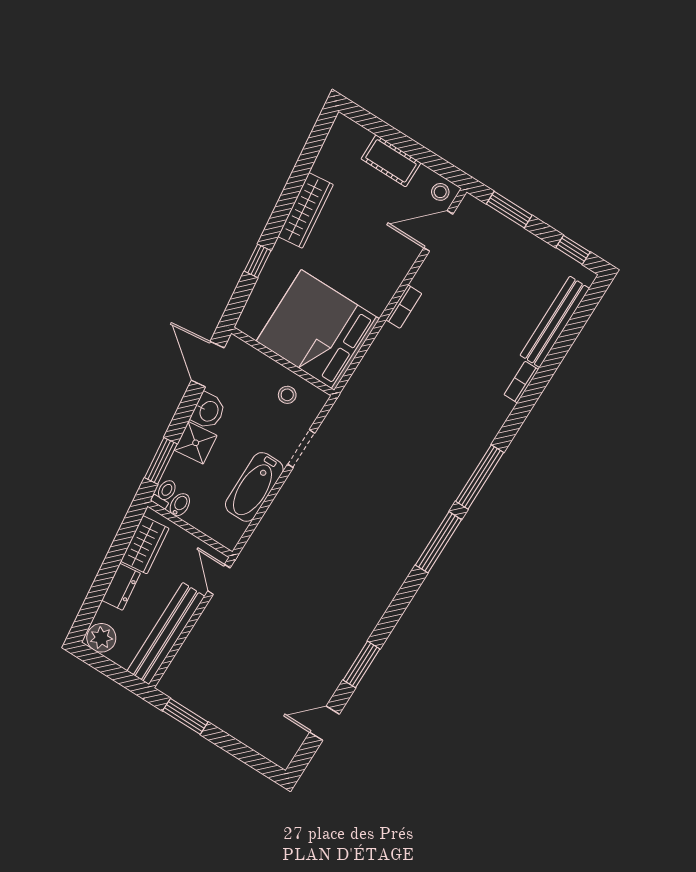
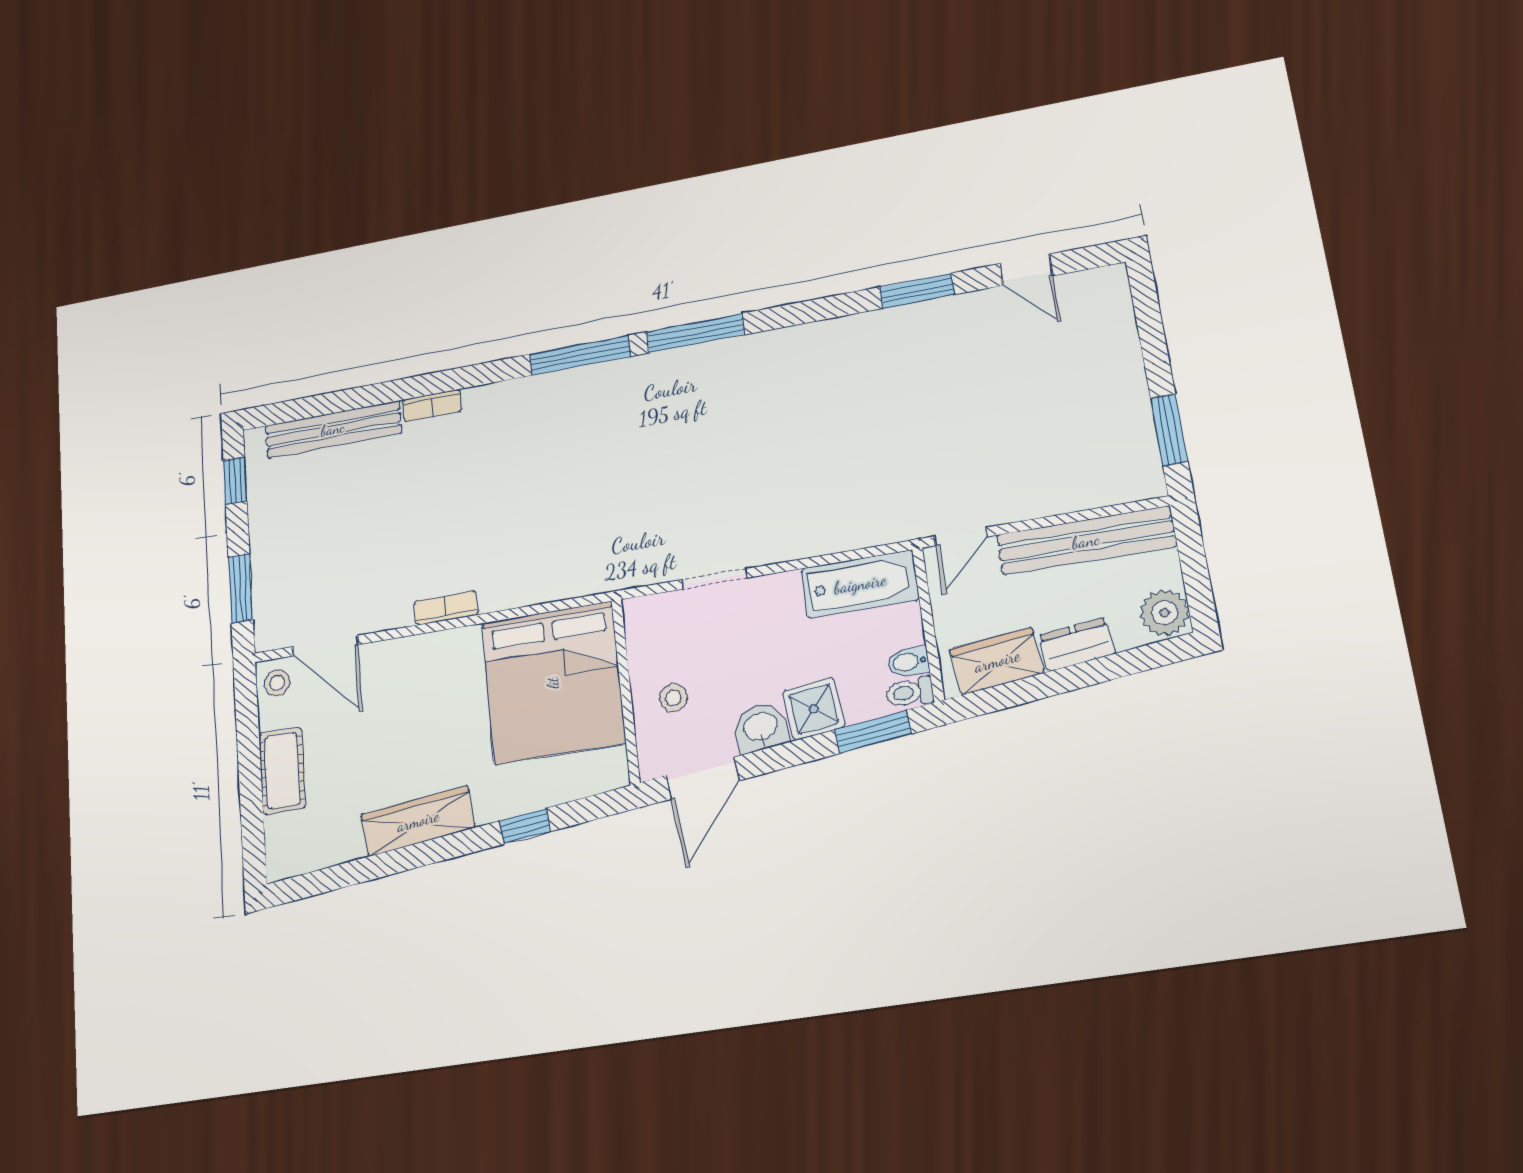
stool: (287, 395) -> (673, 698), moved
bathtub: (254, 487) -> (860, 584), moved

